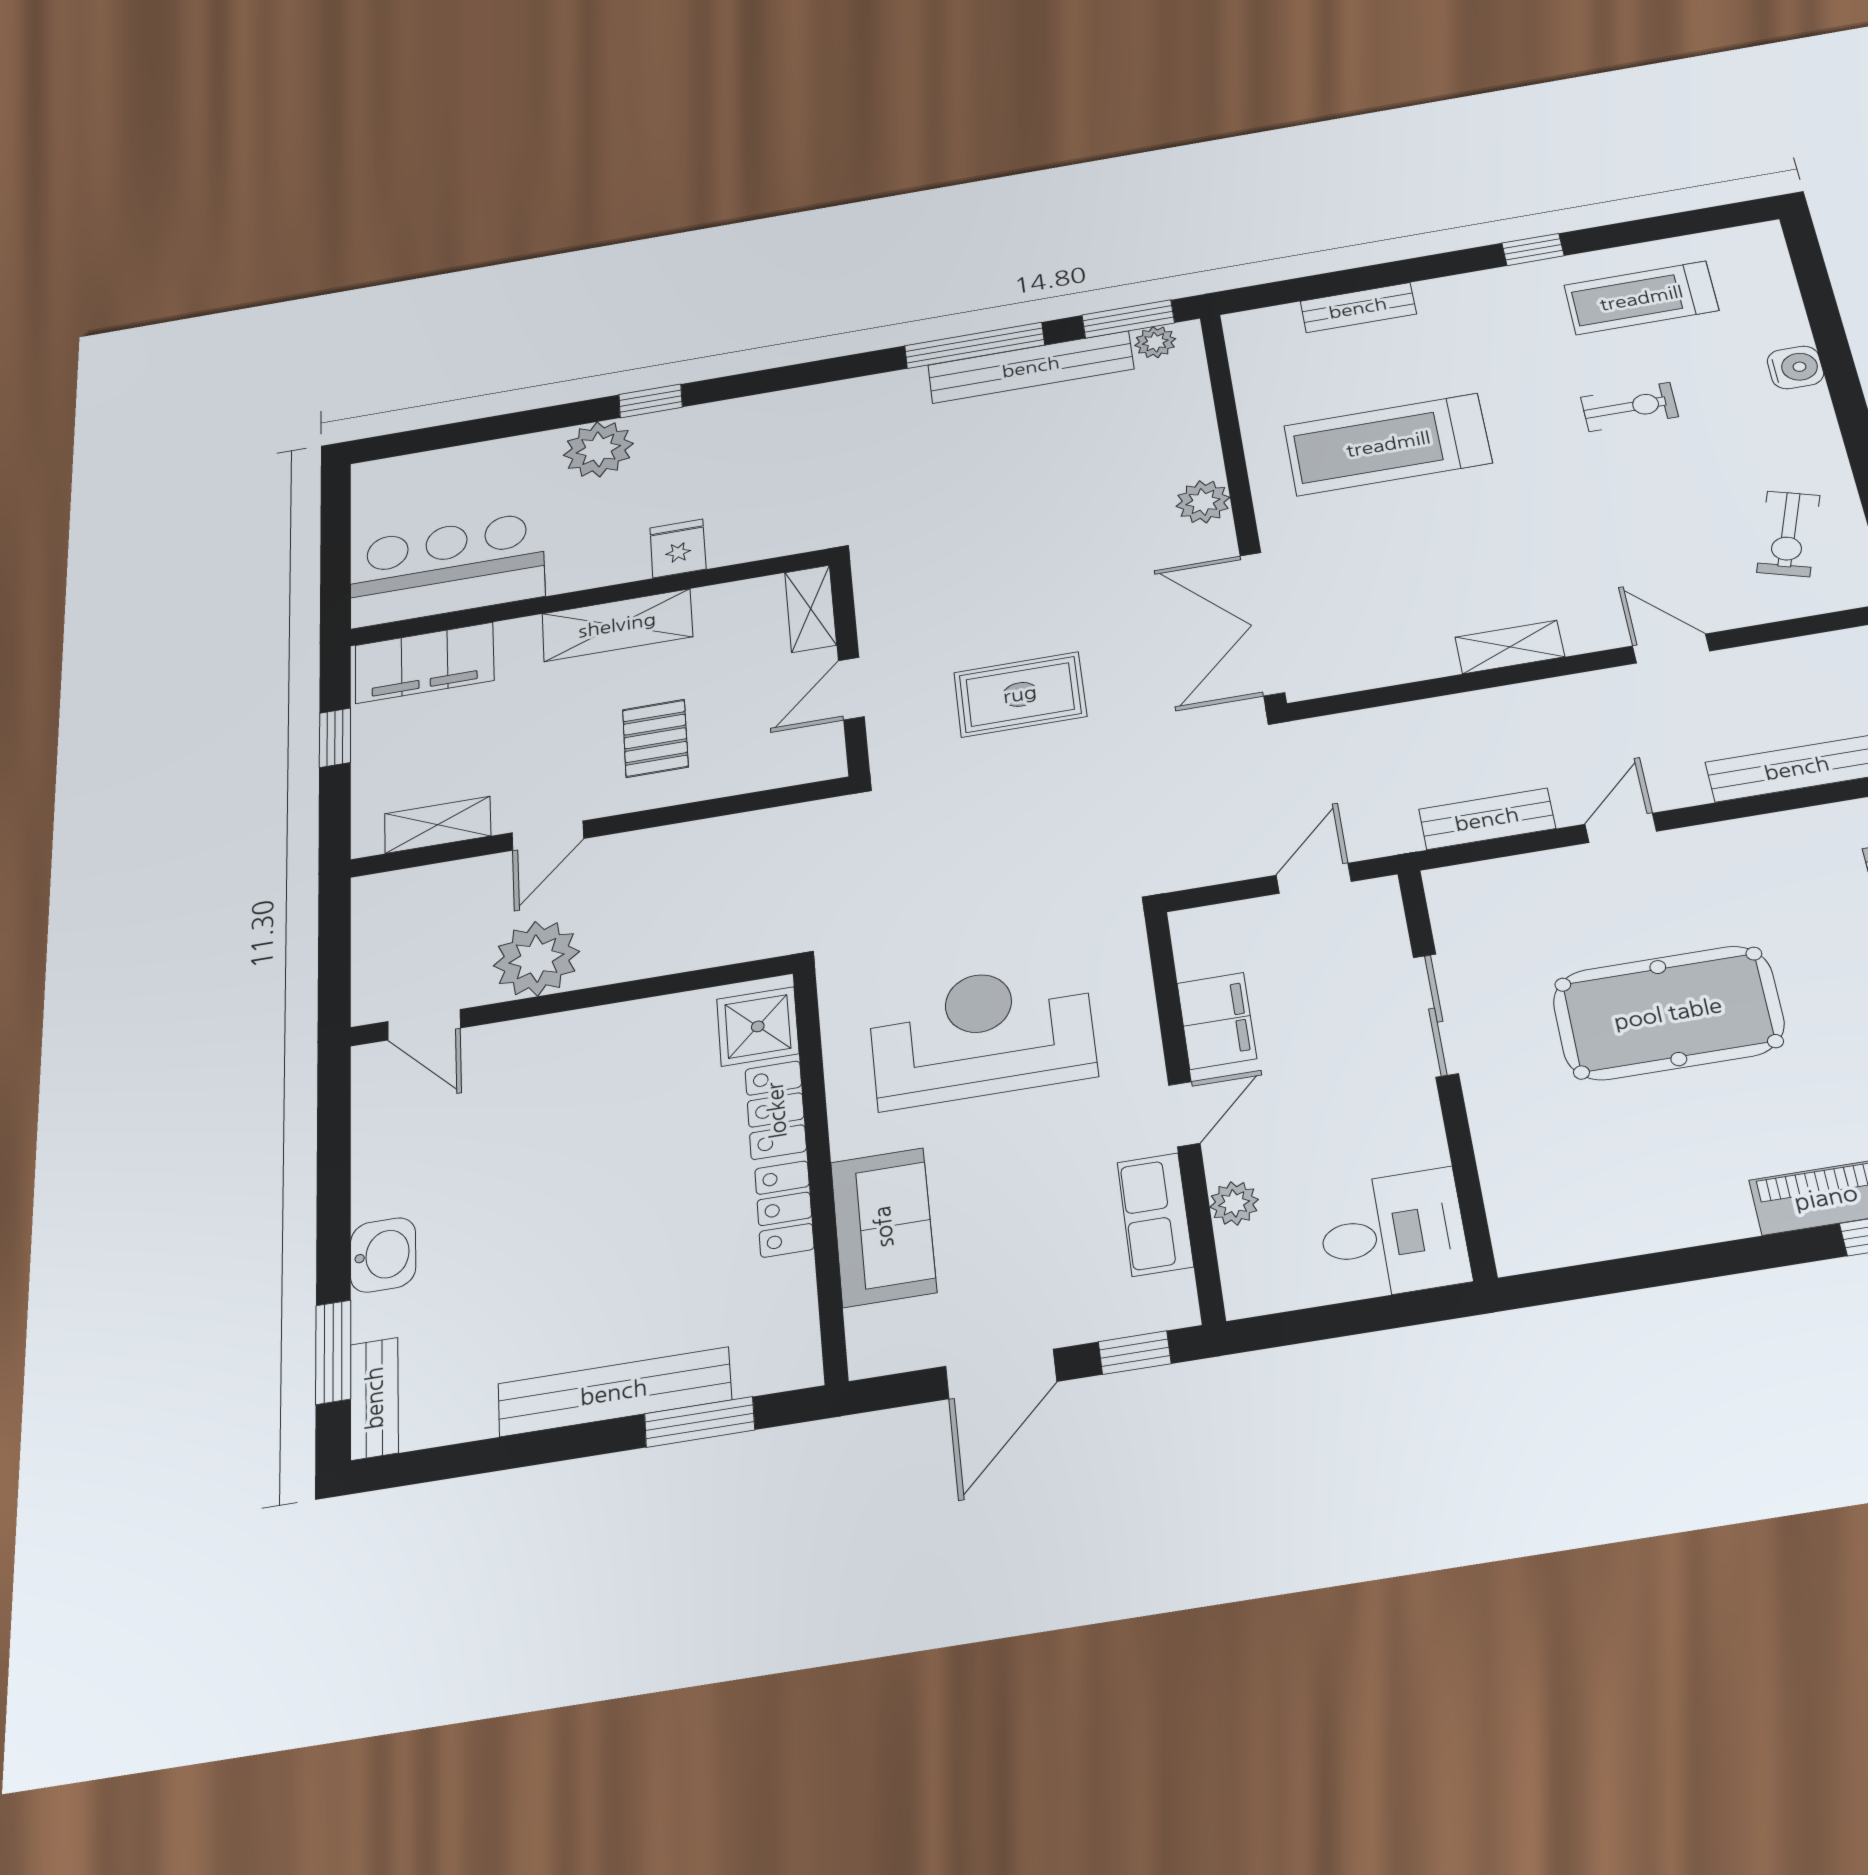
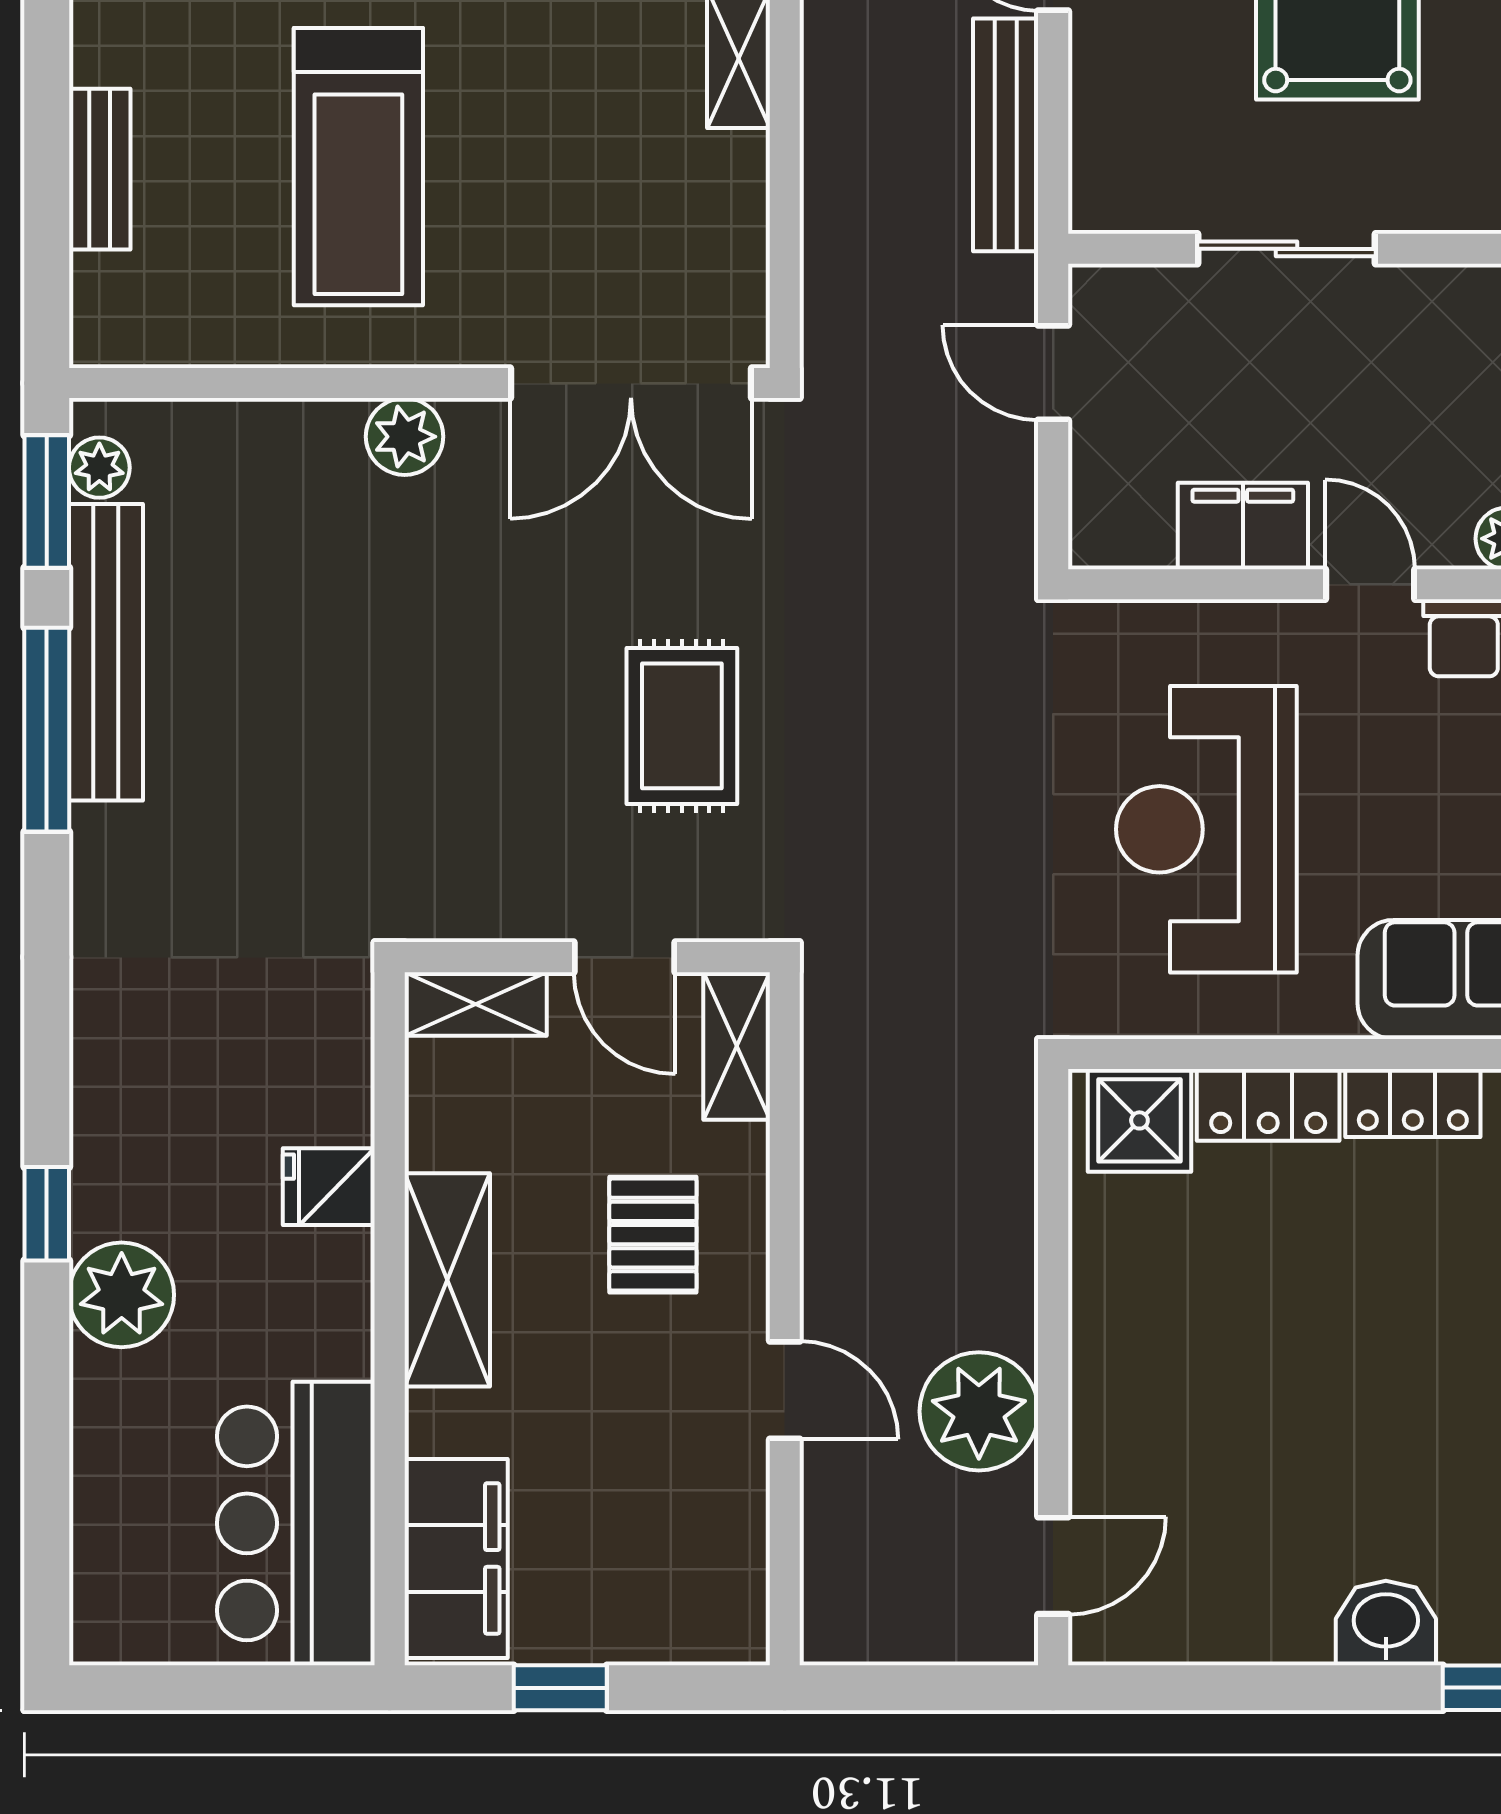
pallet: (655, 738) -> (653, 1235), turned 90
bench: (1487, 819) -> (1006, 135), width x1.36
shelving: (438, 825) -> (737, 1046), moved

